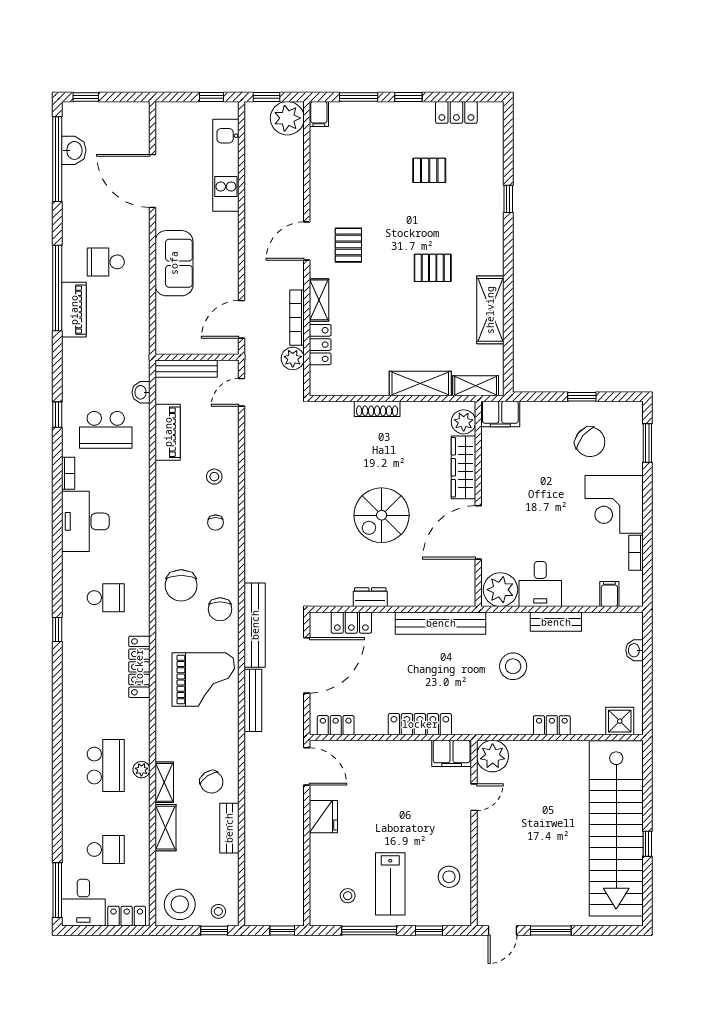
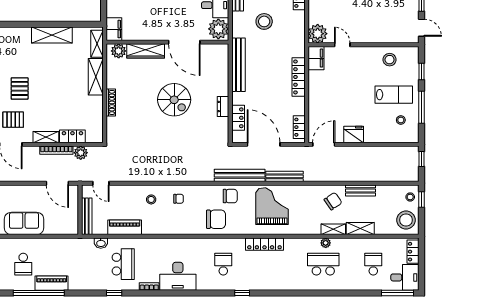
pallet: (433, 268) -> (20, 88), moved

